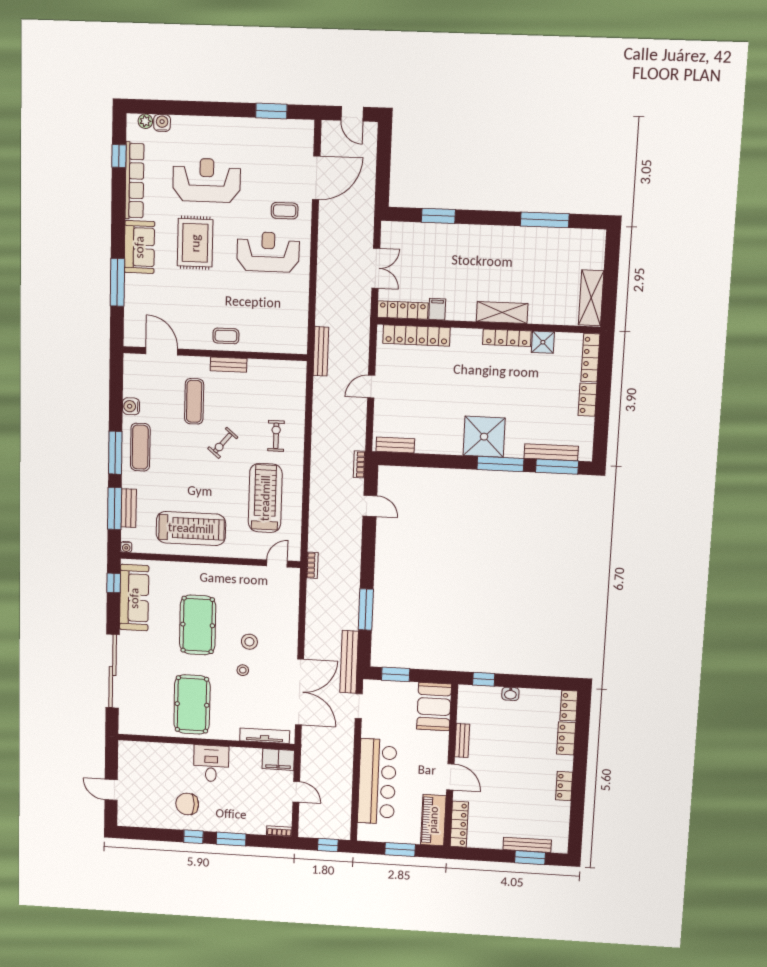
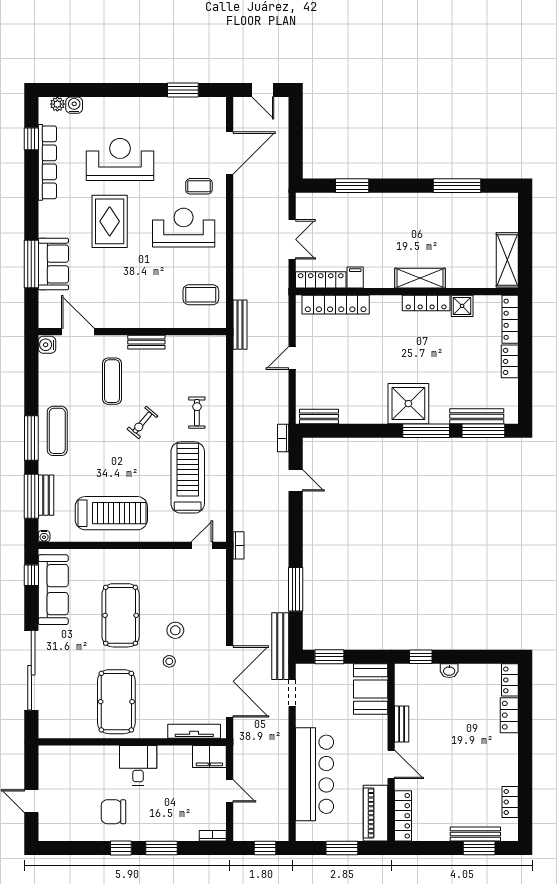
sofa: (139, 247) -> (53, 264), moved
coffee table: (226, 336) -> (201, 295), moved, width x1.36, depth x1.30
water cooler: (131, 406) -> (47, 345), moved
locker: (564, 786) -> (510, 802), moved

